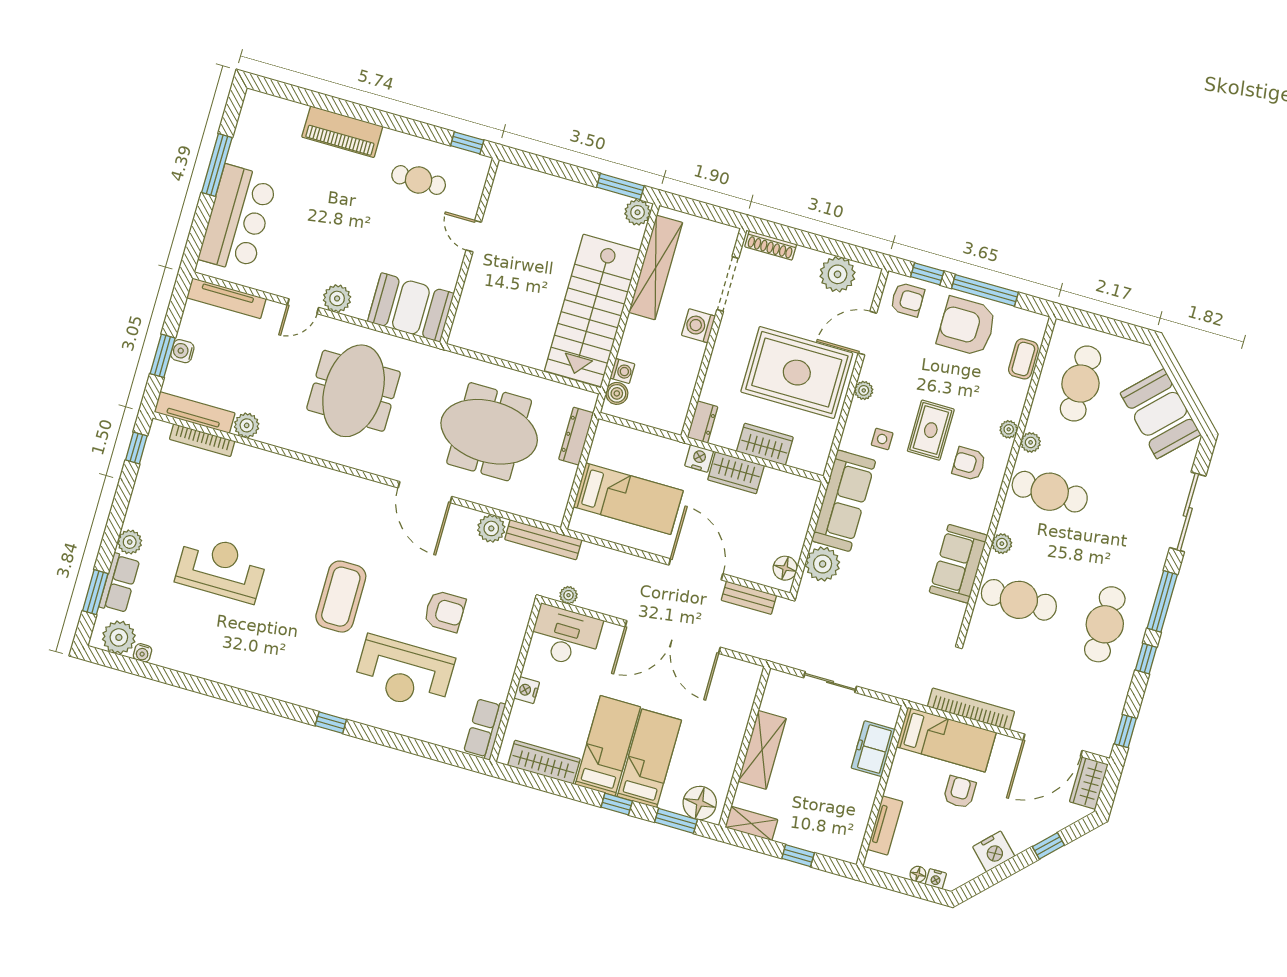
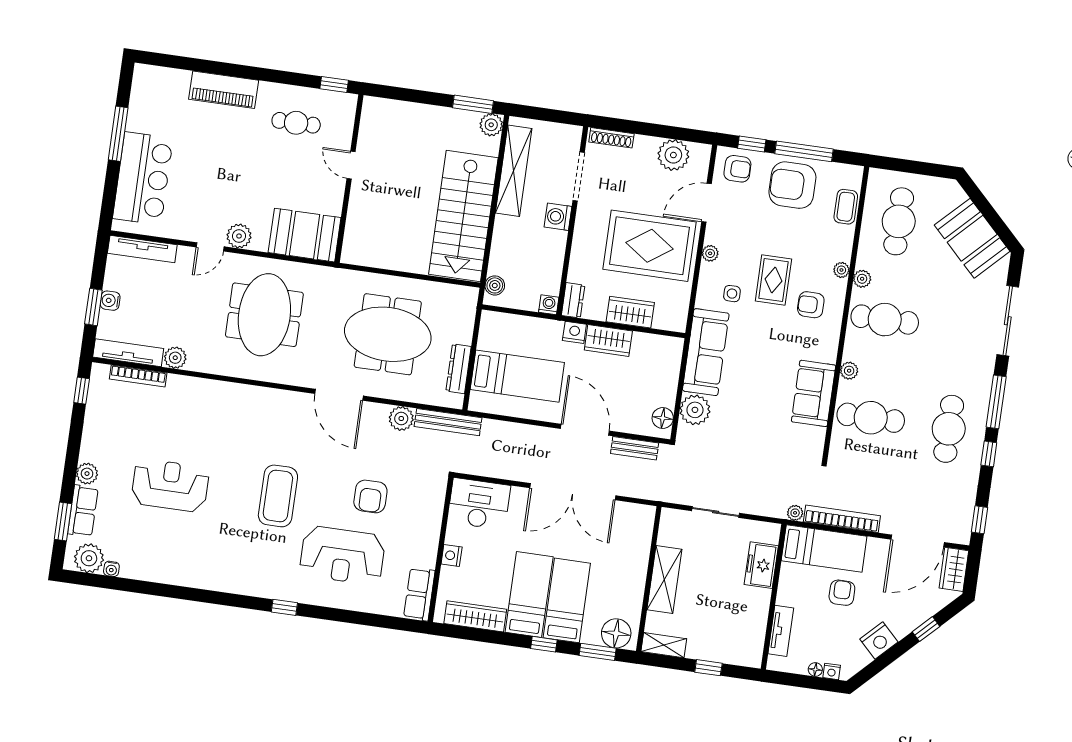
washing machine: (622, 371) -> (549, 305), moved, turned -90
dresser: (576, 436) -> (459, 369), moved
plant: (568, 595) -> (795, 513), moved
armchair: (445, 611) -> (370, 496), turned 90

